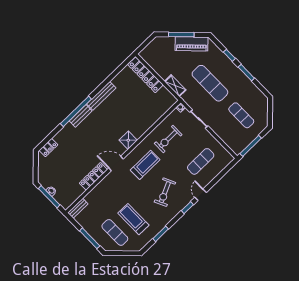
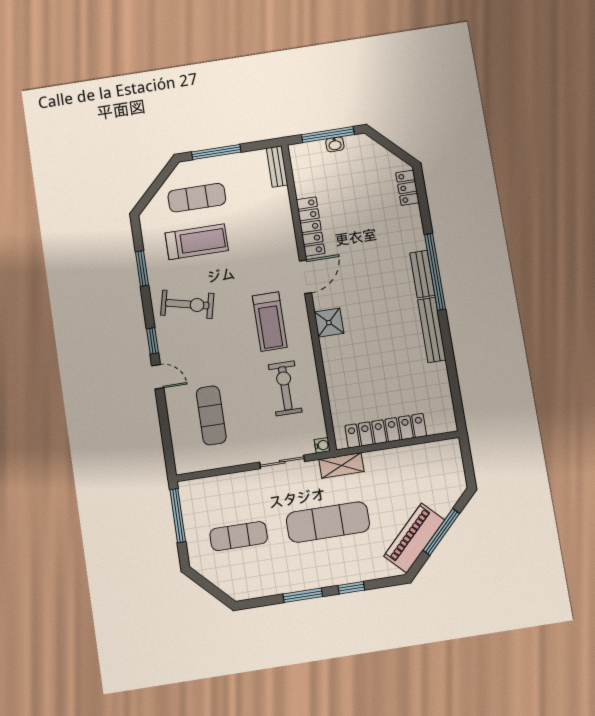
locker: (146, 75) -> (386, 431), moved
shelving: (175, 86) -> (341, 465), moved
exercise bike: (165, 192) -> (187, 304), moved, turned 128

